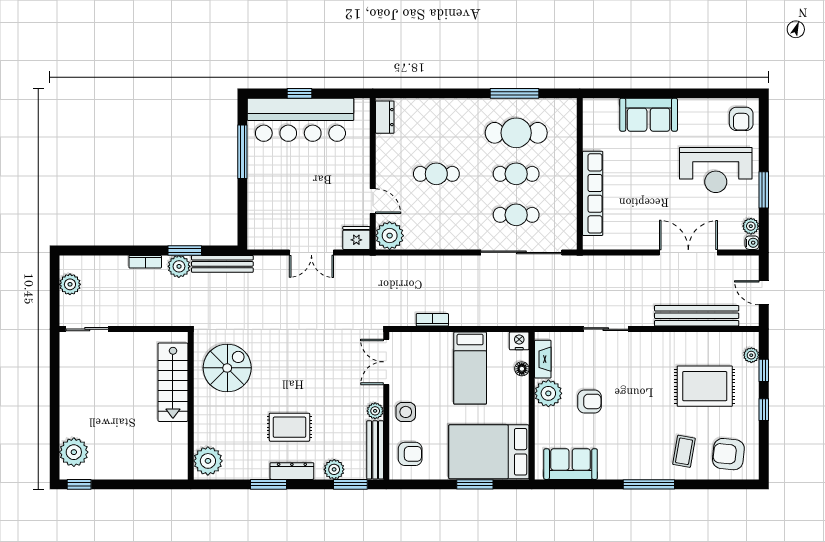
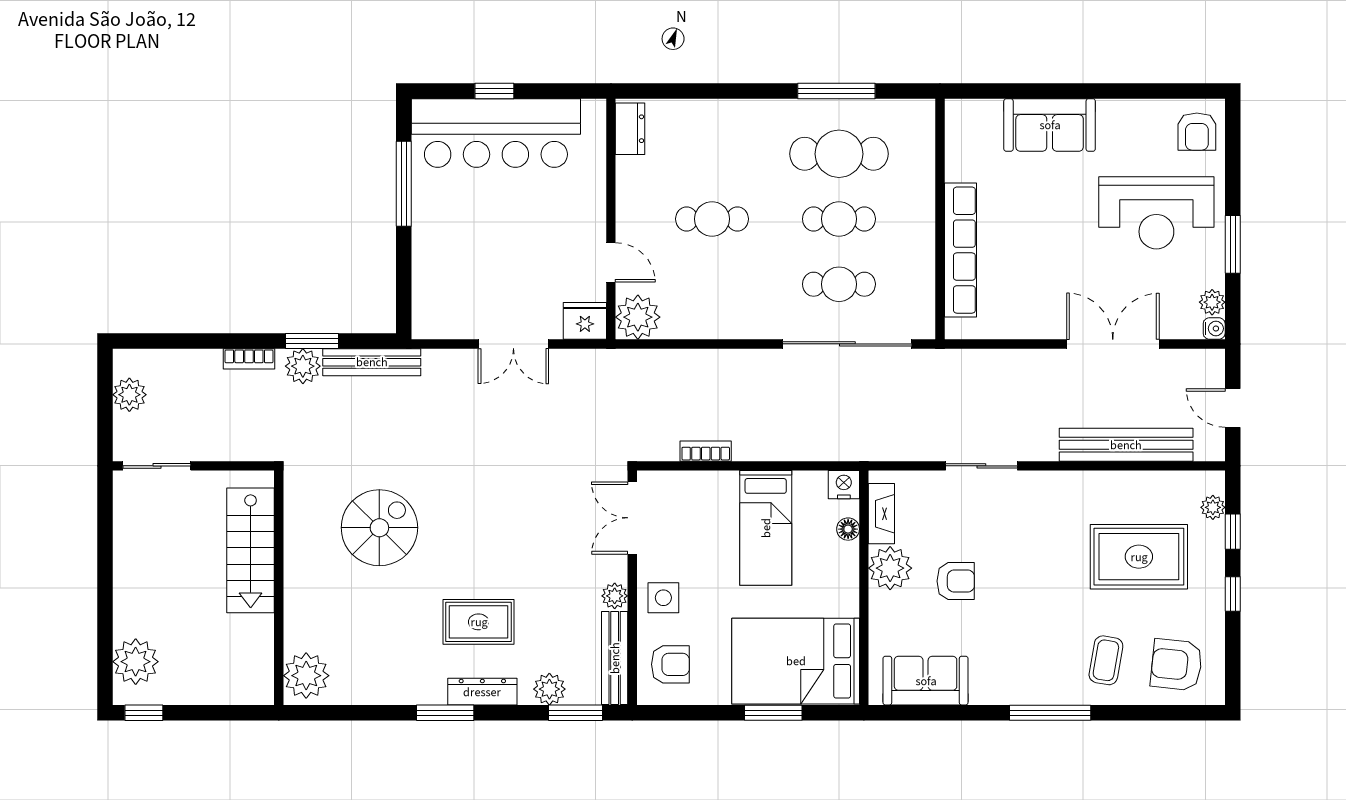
stairs: (173, 382) -> (251, 550), moved
wall: (191, 406) -> (279, 588), moved
plant: (208, 461) -> (306, 676), moved

